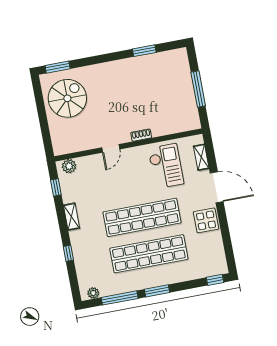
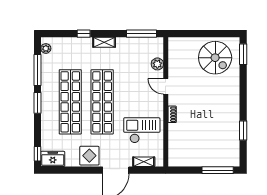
window: (198, 89) -> (218, 170), moved
plant: (69, 166) -> (157, 64), moved
checkout: (166, 166) -> (142, 130), turned 180
window: (56, 187) -> (141, 34), width x2.17
shelving: (71, 217) -> (104, 42), moved
freezer: (218, 261) -> (53, 159), added

